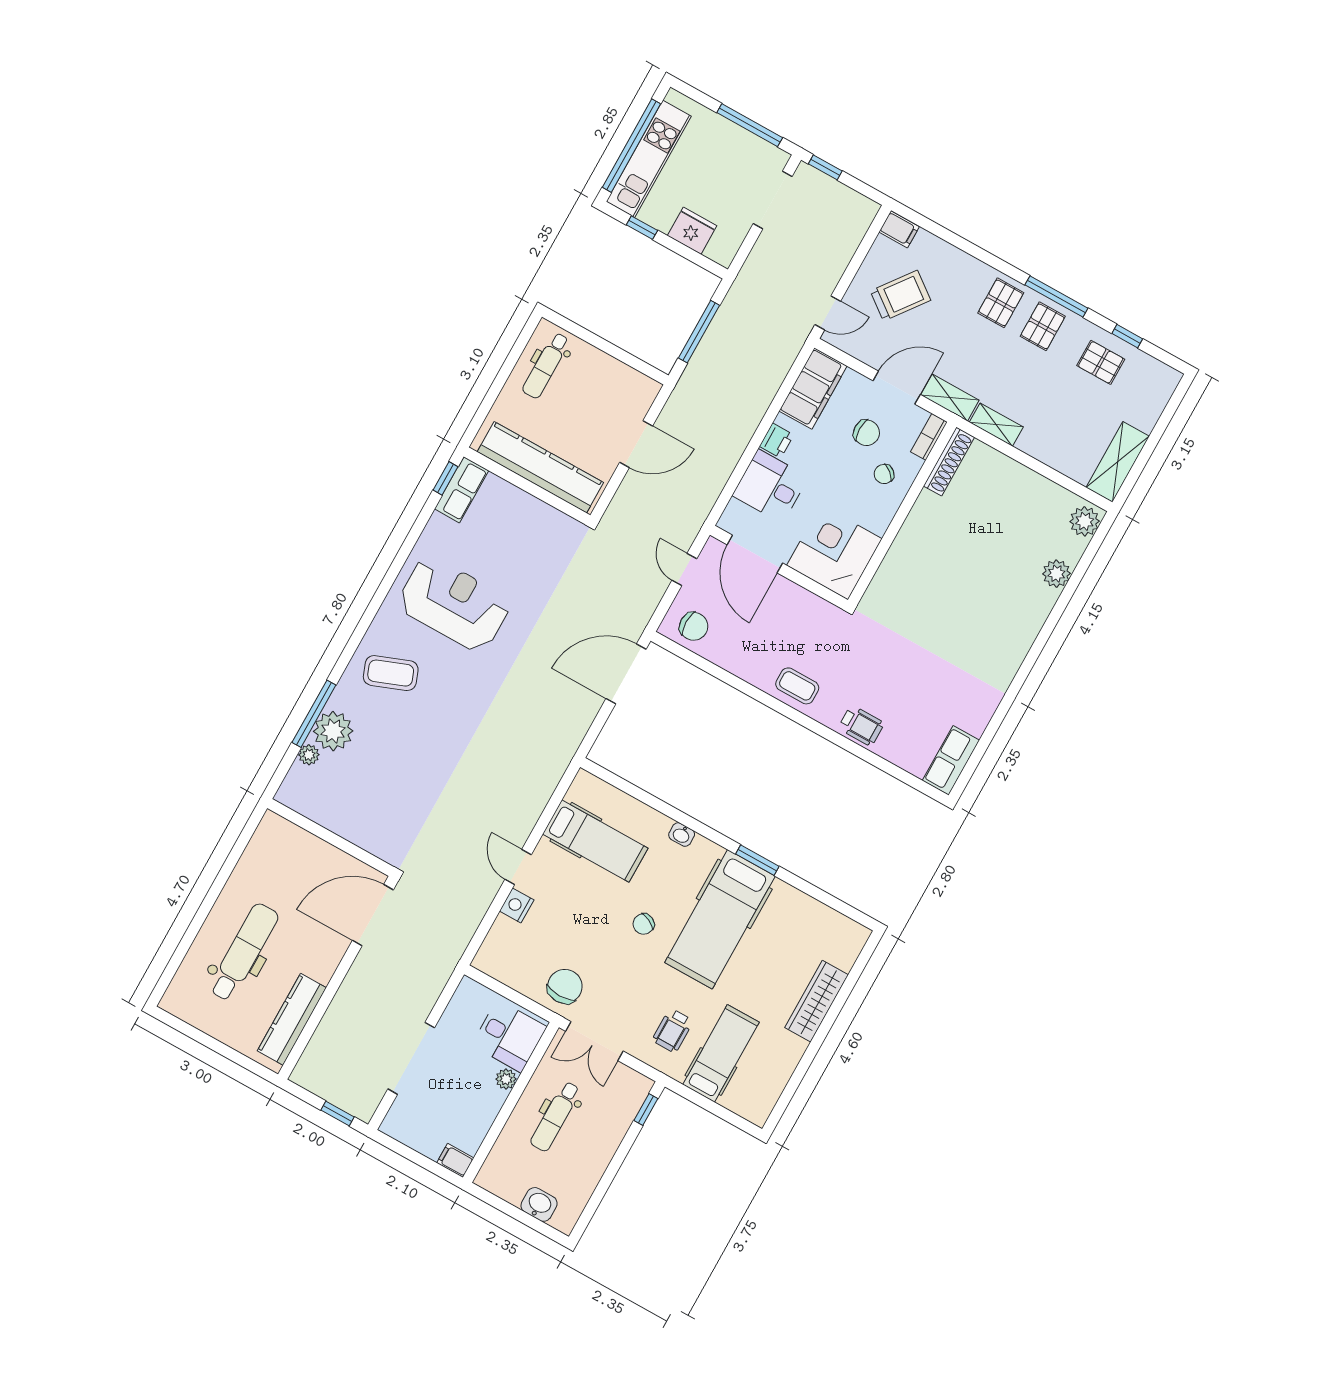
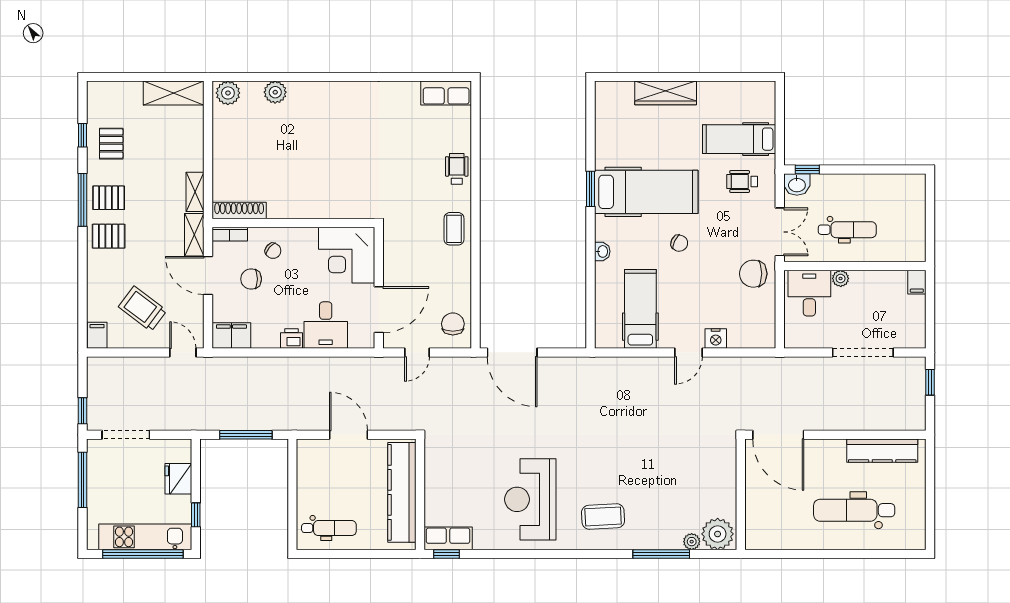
filing cabinet: (813, 389) -> (231, 335), width x0.67, depth x0.86
chair: (866, 433) -> (251, 279), turned -90
coffee table: (391, 673) -> (603, 516), turned -72
plant: (333, 731) -> (718, 534), moved
wheelchair: (673, 1031) -> (742, 182), turned 180
washbasin: (539, 1204) -> (797, 184), moved, turned -90

